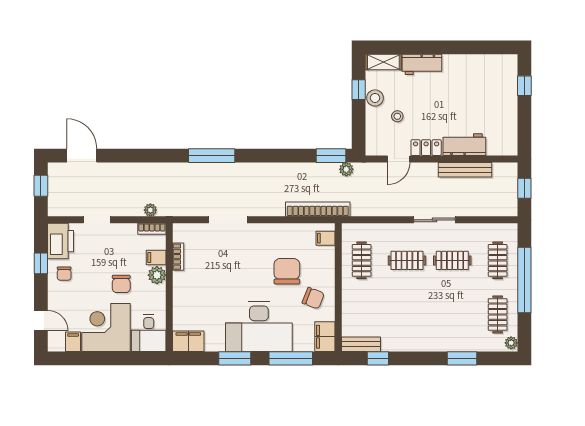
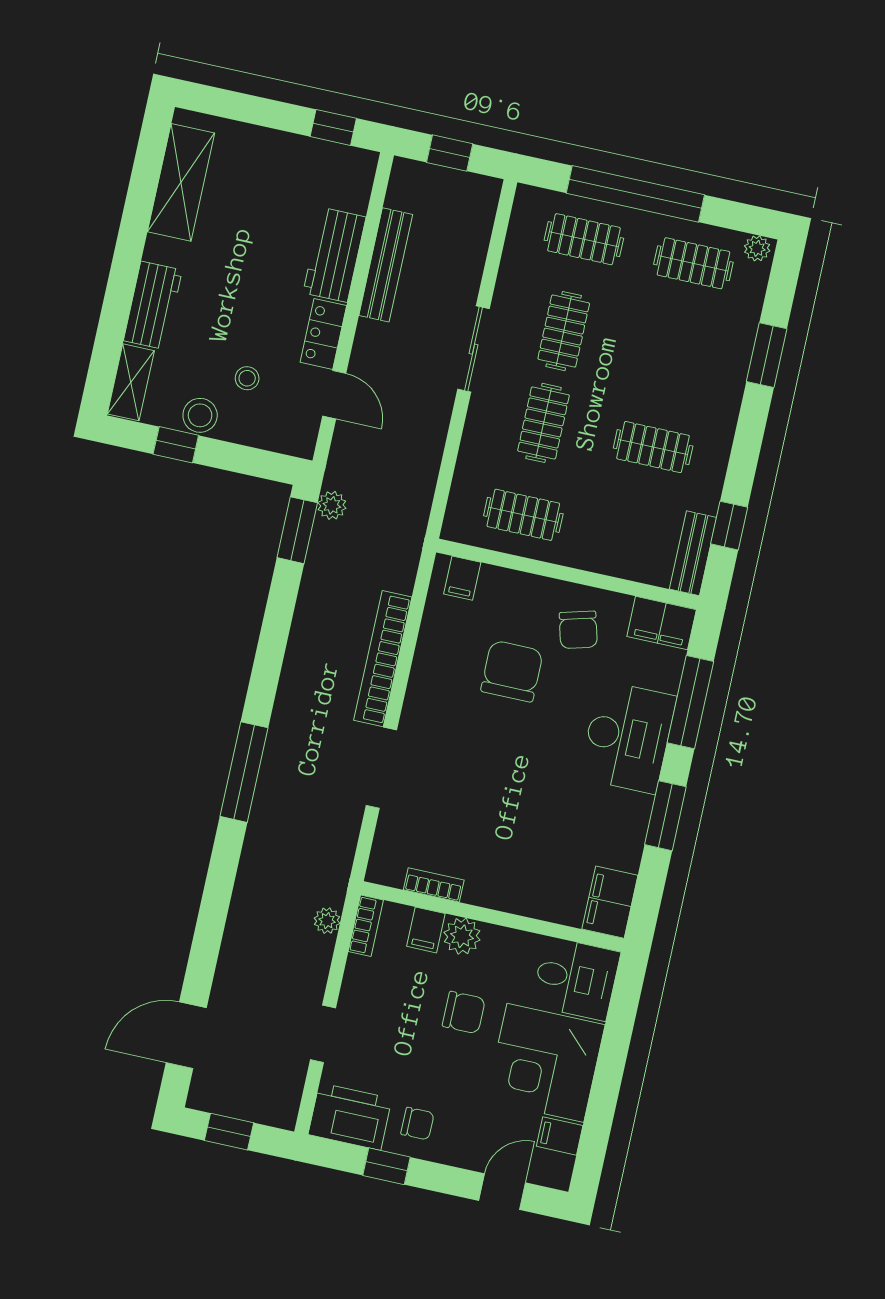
shelving: (483, 65) -> (181, 182), added
window: (524, 86) -> (333, 127), moved
bookcase: (318, 209) -> (383, 659), moved
chair: (287, 271) -> (512, 671), turned 90
chair: (313, 298) -> (578, 630), turned 144
clothes rail: (407, 314) -> (653, 447), added
desk: (259, 327) -> (628, 737), width x0.73, depth x0.77

